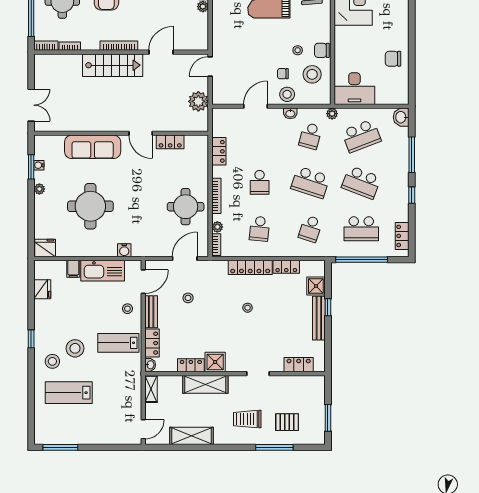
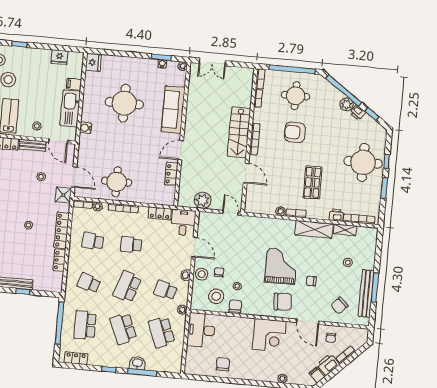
washbasin: (401, 117) -> (137, 363), moved
desk: (227, 122) -> (183, 222), added
school desk: (361, 182) -> (123, 329), turned -45
plant: (39, 189) -> (183, 66), moved
shower: (316, 286) -> (63, 195), moved

